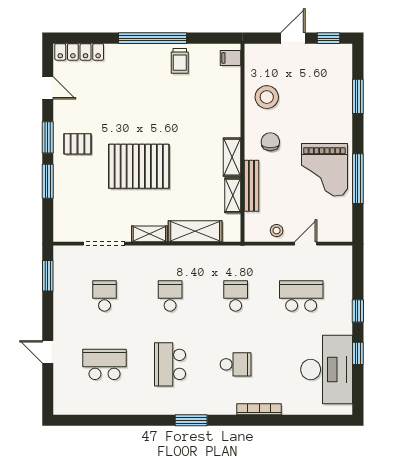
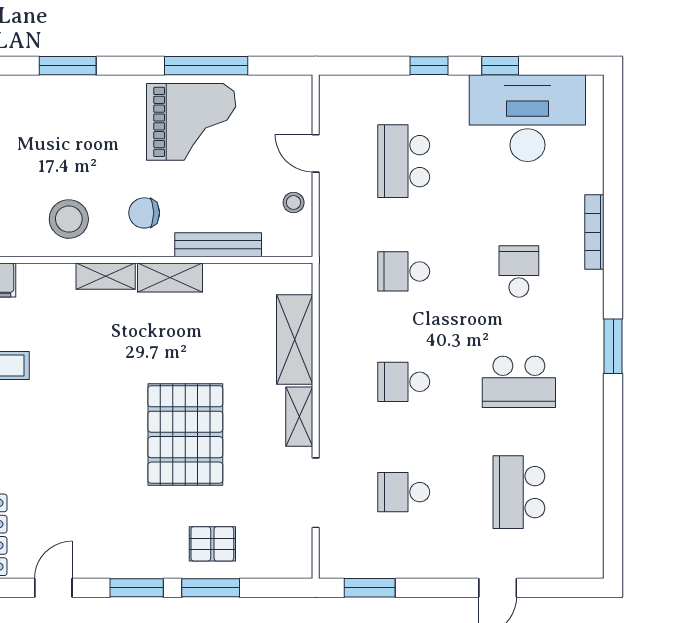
pallet: (77, 144) -> (212, 544), moved, turned 90
shelving: (233, 195) -> (106, 276), moved

